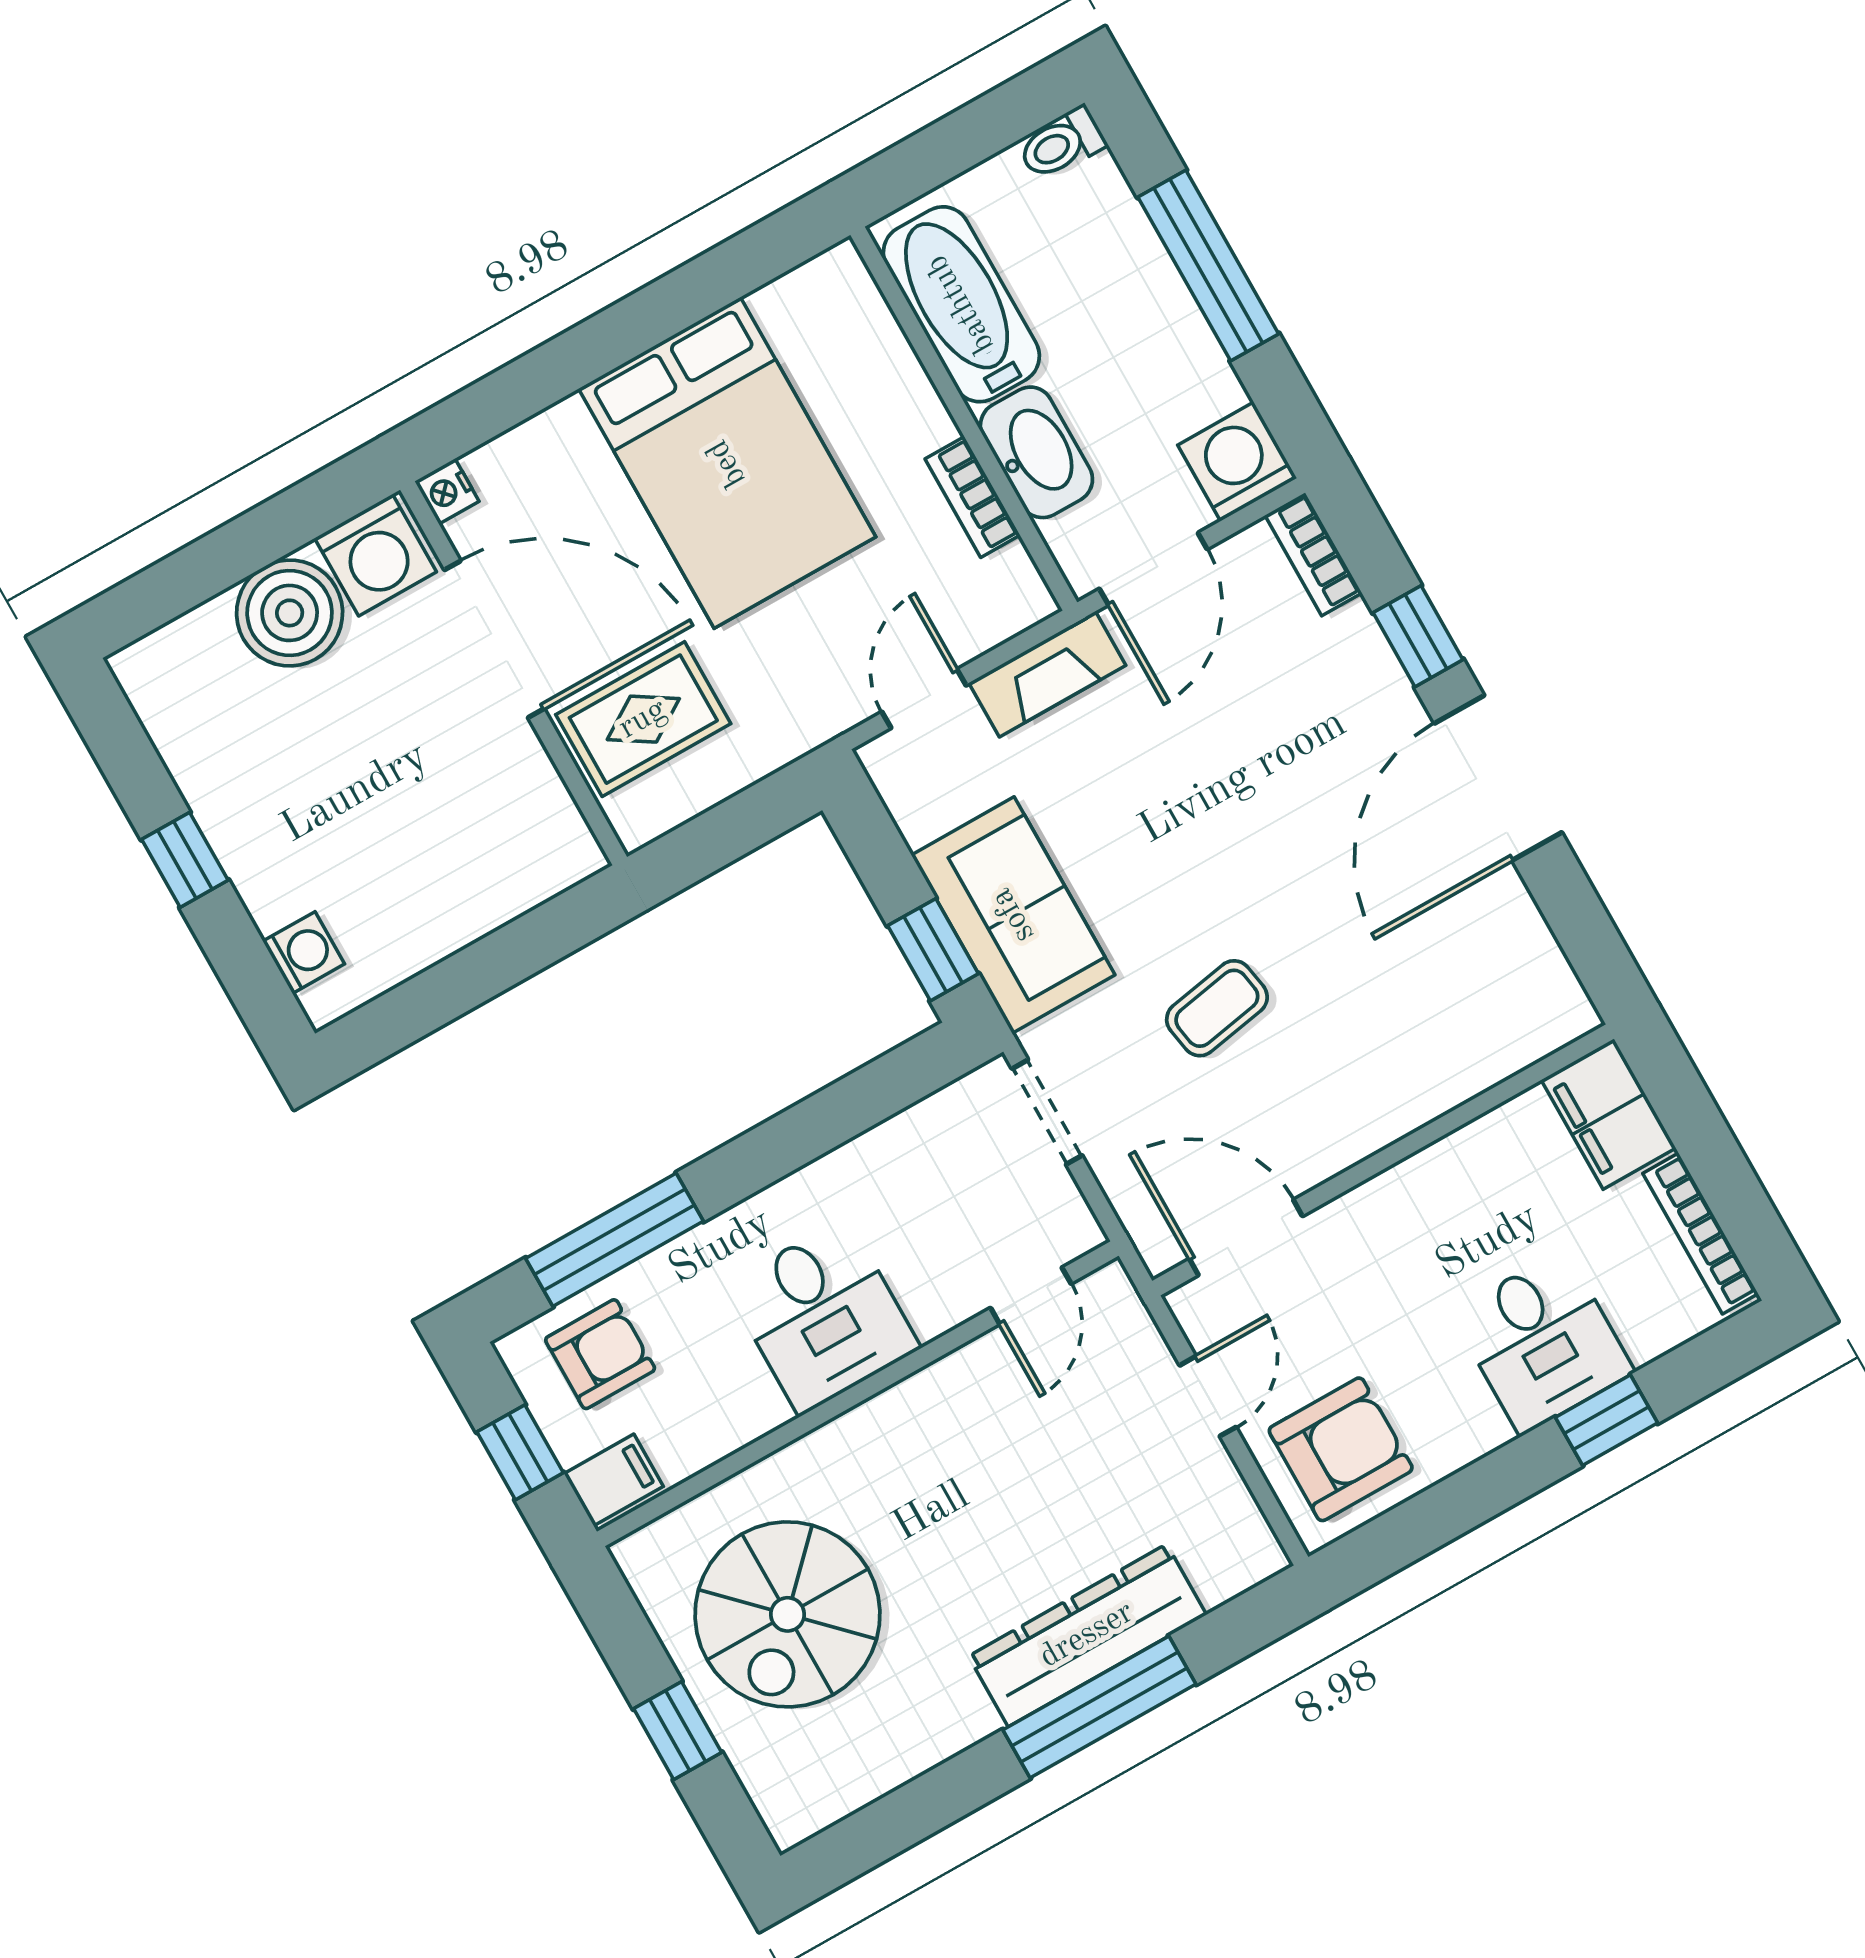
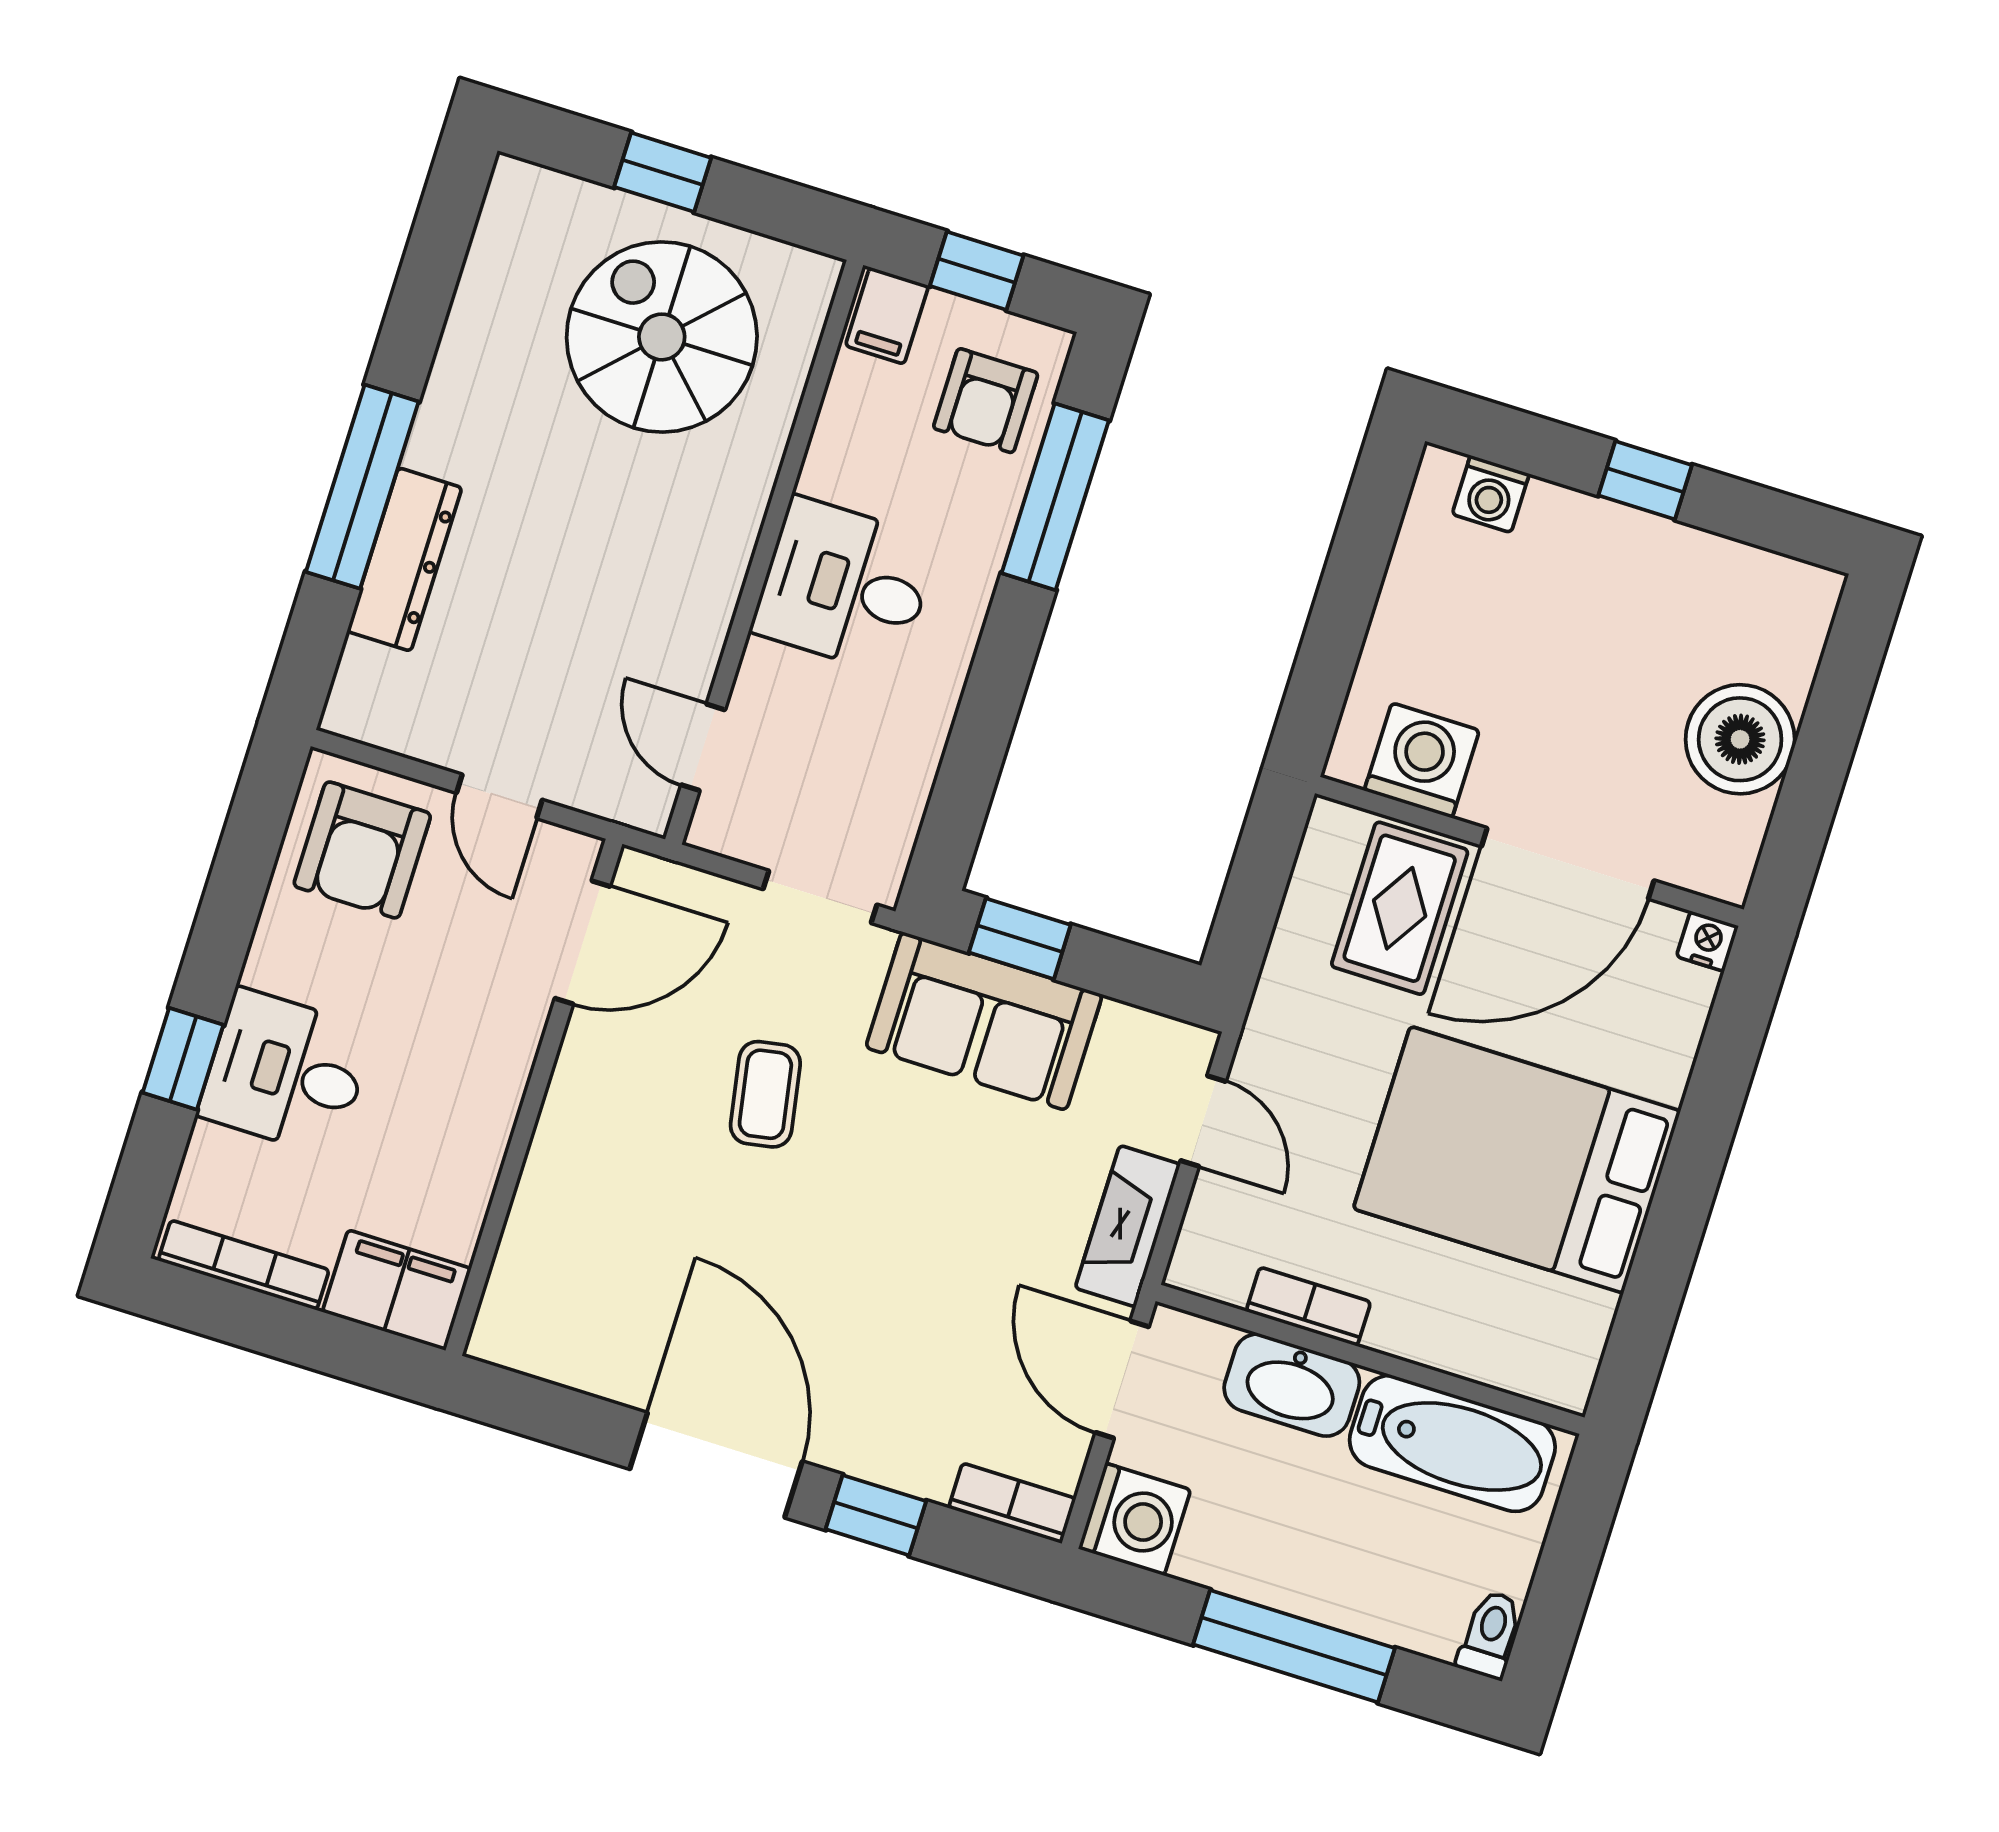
washing machine: (375, 555) -> (1422, 760), moved, turned 90
dresser: (1087, 1635) -> (404, 559), width x0.73, depth x0.80

